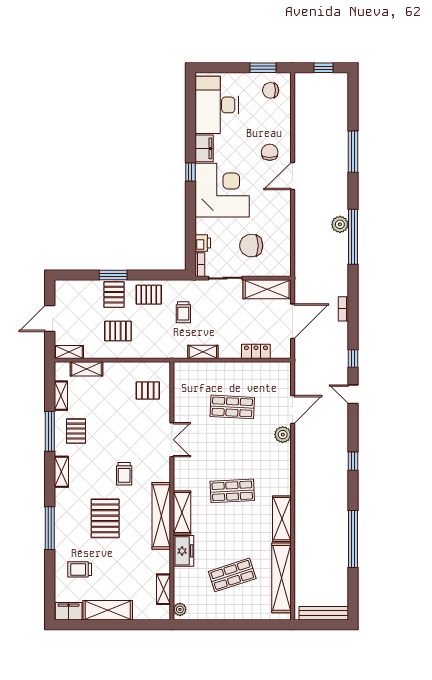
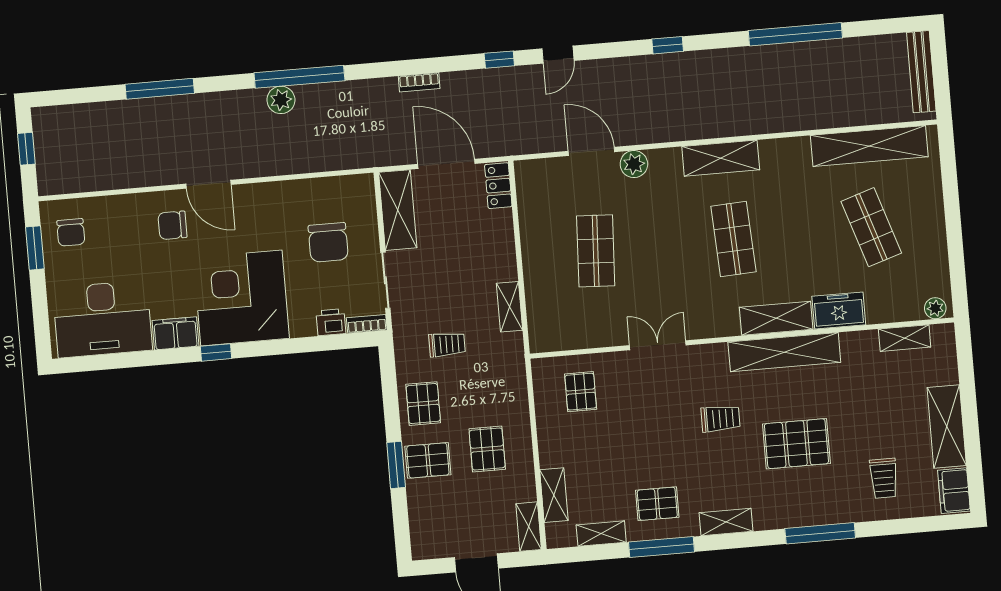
locker: (256, 351) -> (498, 186), moved
shelving: (282, 519) -> (721, 158), moved

